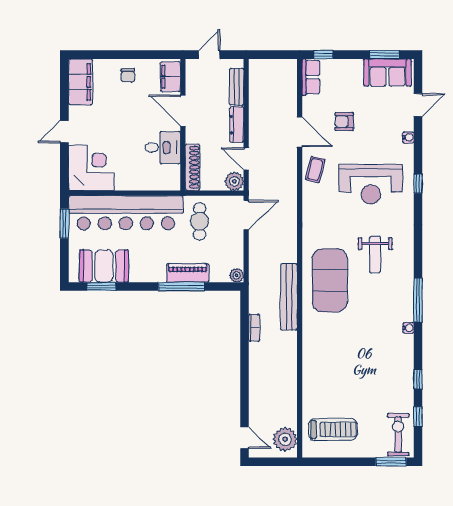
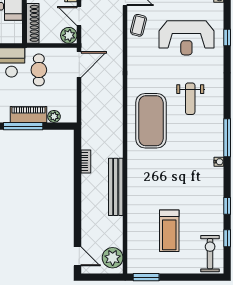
plant: (237, 275) -> (54, 116), moved
bench: (289, 297) -> (116, 187), moved
treadmill: (333, 429) -> (169, 231), moved, turned 90
window: (391, 462) -> (146, 277), moved

